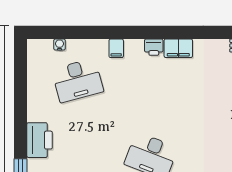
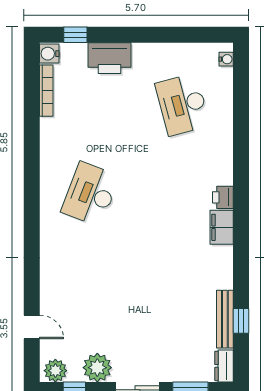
water cooler: (59, 45) -> (226, 59), moved
filing cabinet: (116, 48) -> (221, 152), removed

